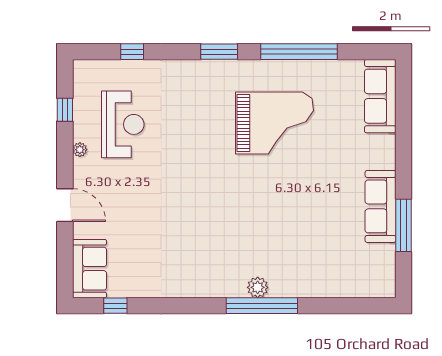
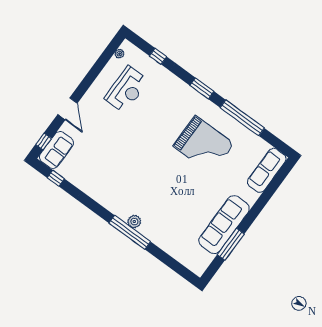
window: (65, 110) -> (44, 142), moved
plant: (80, 150) -> (119, 54), moved
sofa: (380, 206) -> (224, 225), width x1.36, depth x1.27

